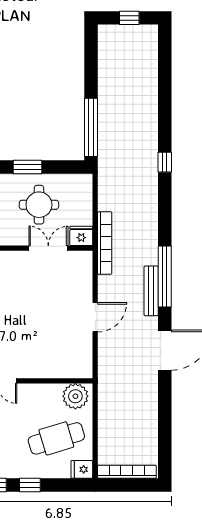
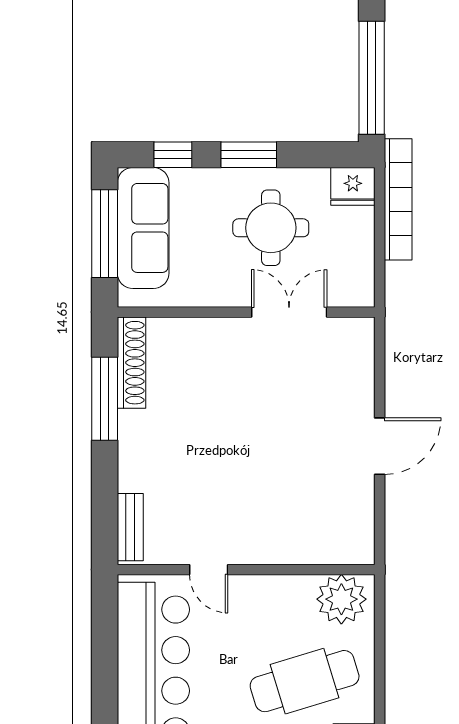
fridge: (81, 236) -> (353, 186), moved, turned 180
bookcase: (105, 243) -> (398, 199), moved

